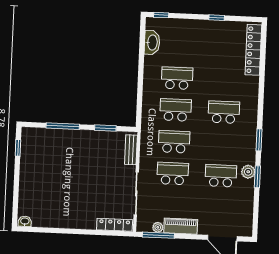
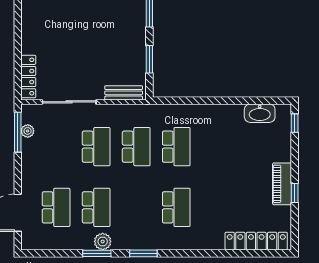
school desk: (177, 78) -> (56, 207), moved
piano: (181, 226) -> (282, 184), moved, turned 180

